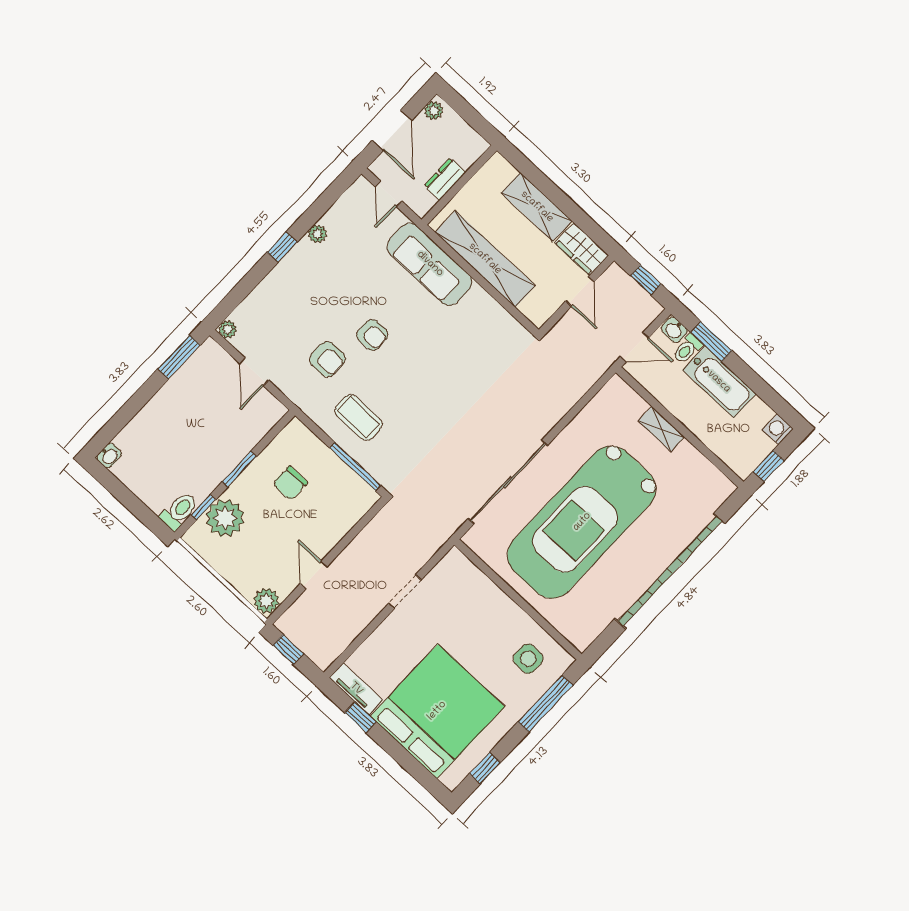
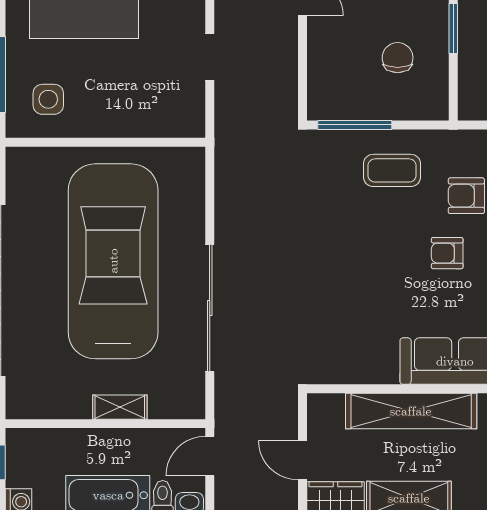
sliding door: (508, 482) -> (210, 308), moved

